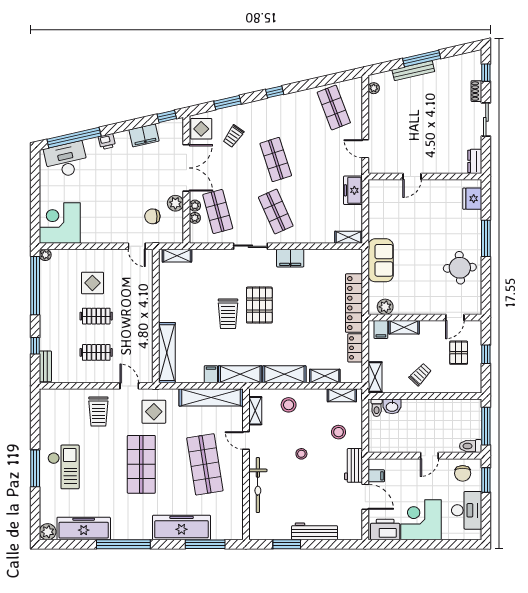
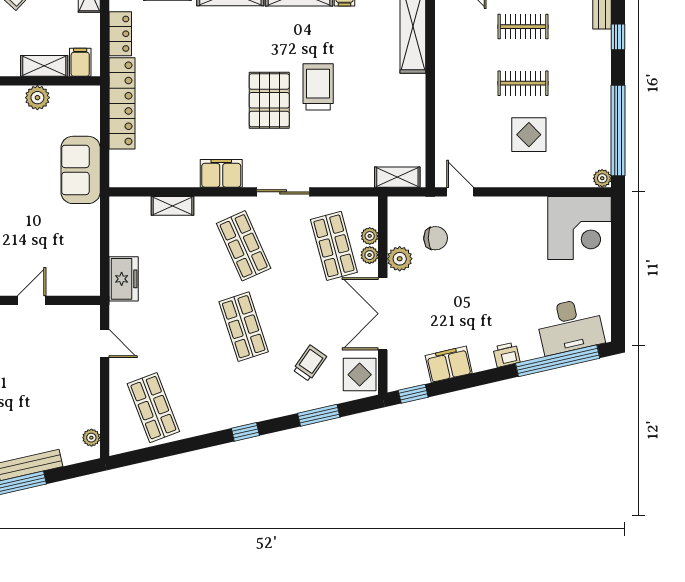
shelving: (349, 237) -> (173, 206), moved
plant: (385, 307) -> (37, 98), moved

